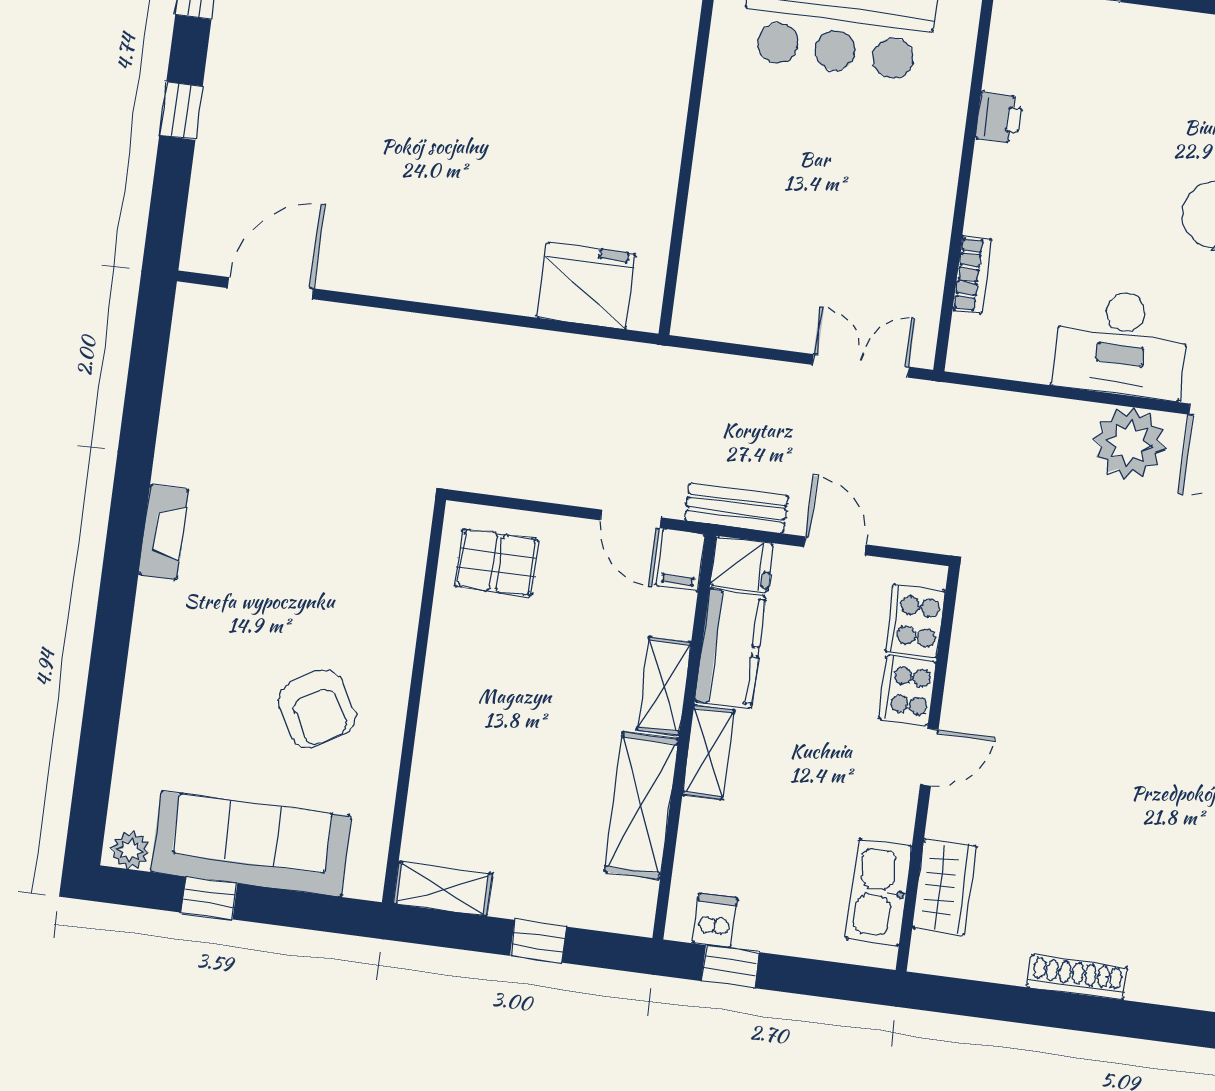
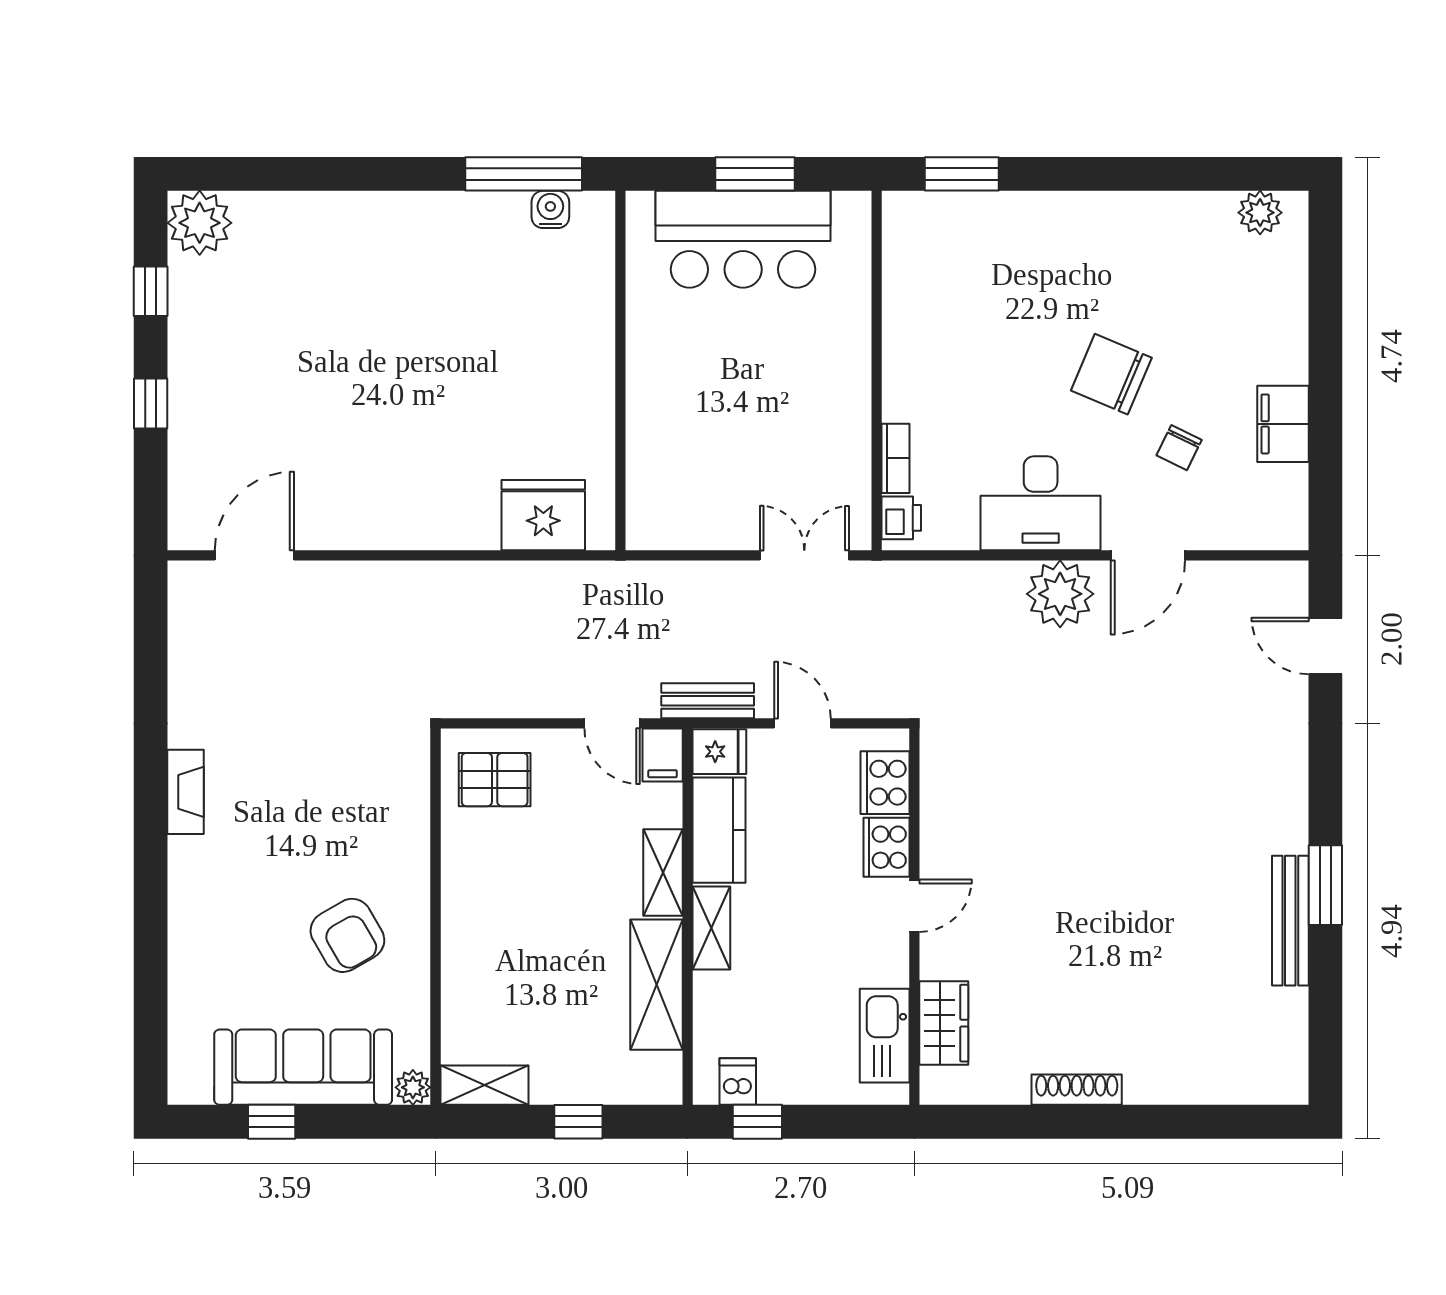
printer: (999, 118) -> (901, 518), moved
plant: (130, 850) -> (413, 1087), moved

